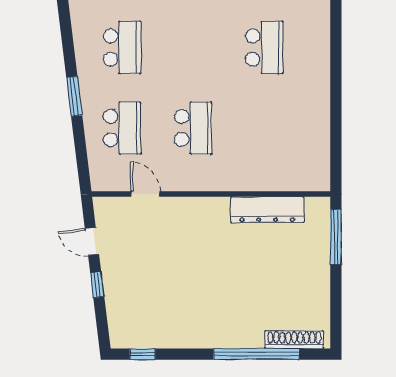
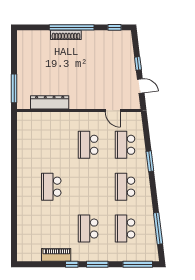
shoe rack: (294, 340) -> (66, 35), moved
window: (256, 354) -> (72, 27), moved

